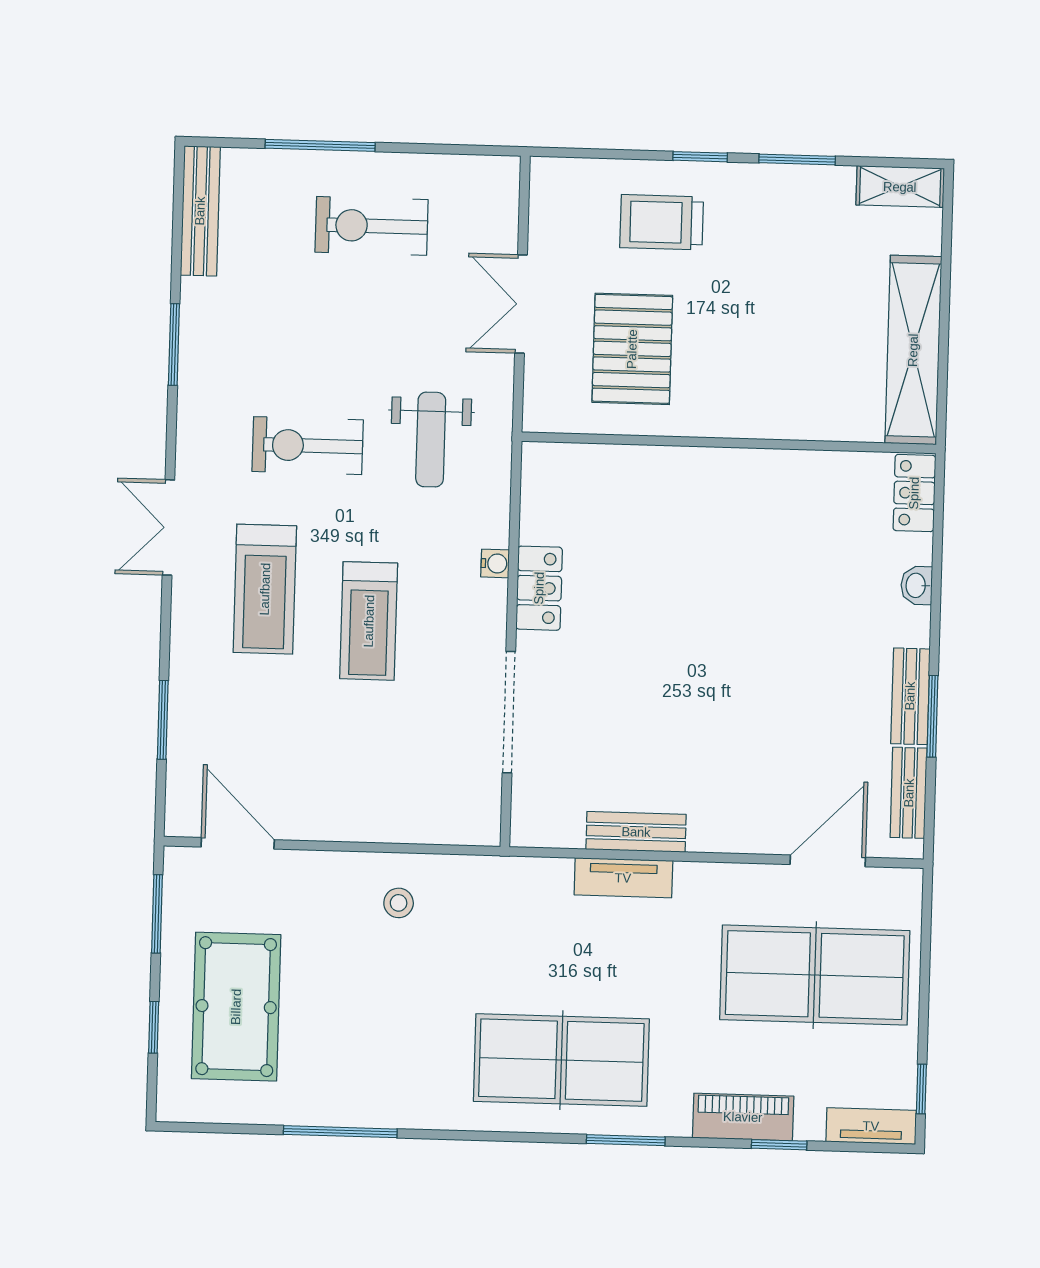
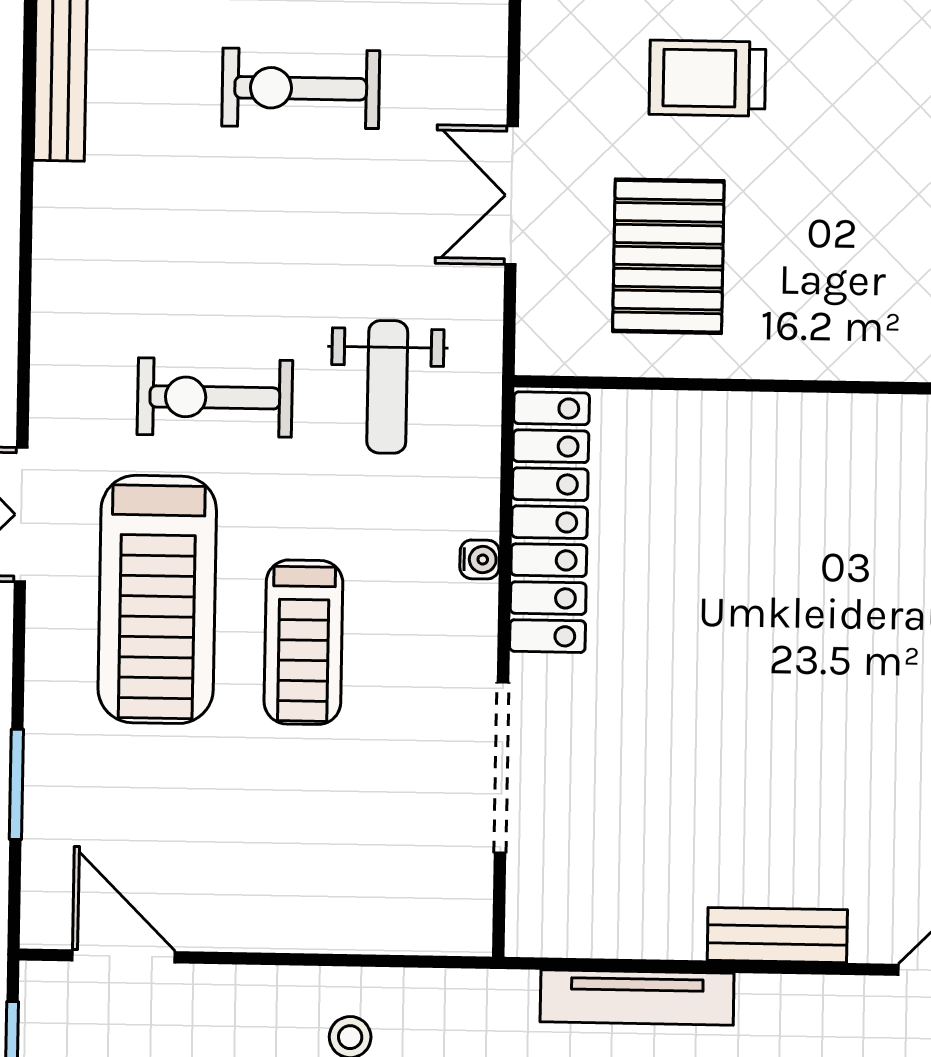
window: (174, 344) -> (26, 258), removed
locker: (539, 588) -> (550, 522), width x2.16, depth x1.21
treadmill: (265, 589) -> (157, 599), width x1.37, depth x1.38
bench: (636, 832) -> (777, 935), moved
tv unit: (623, 878) -> (637, 997), width x1.41

